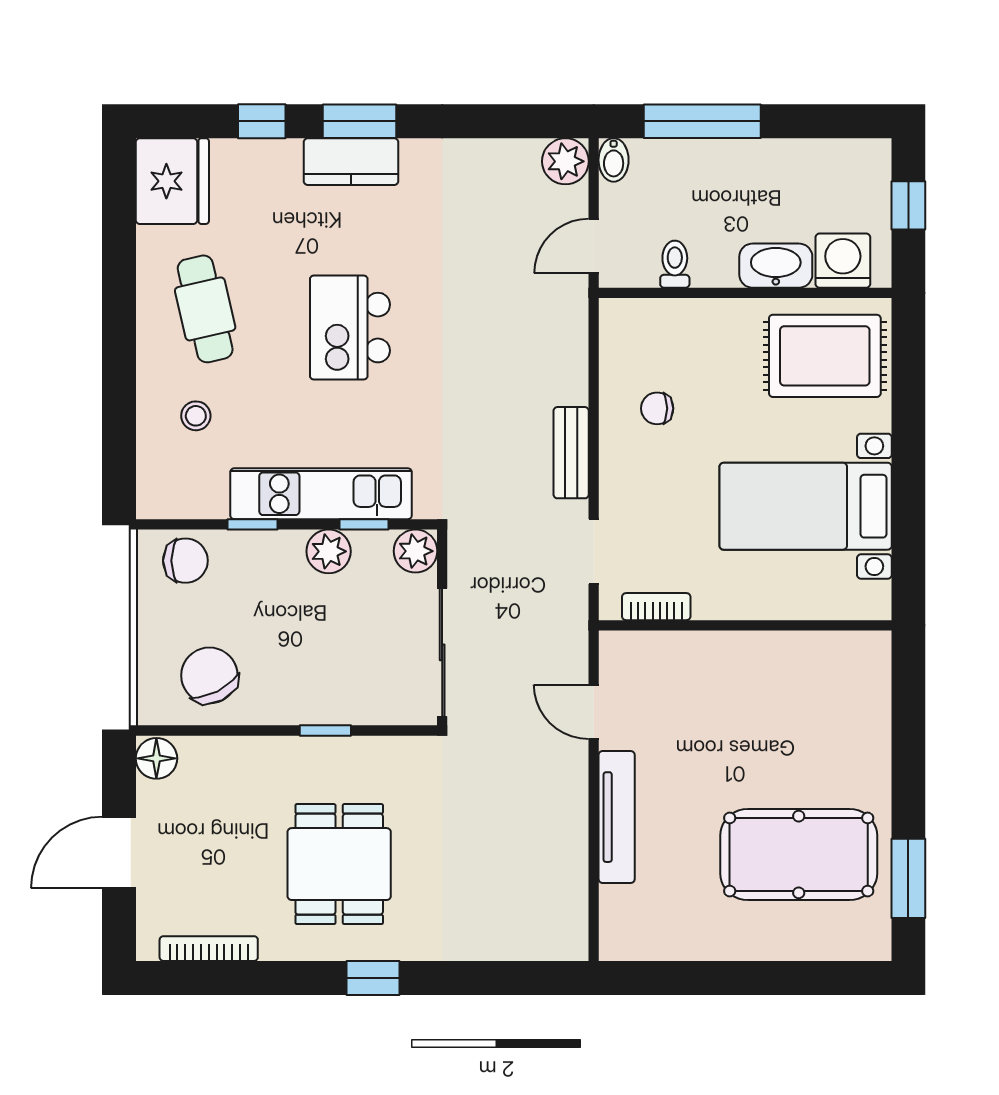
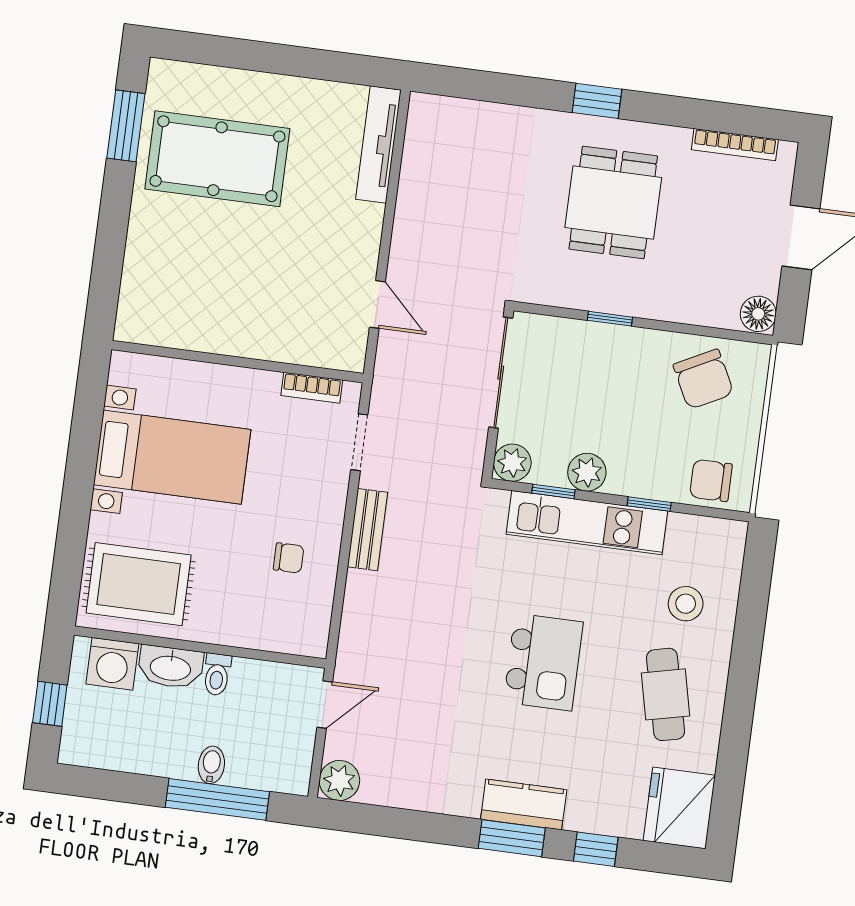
bidet: (614, 160) -> (211, 765), moved
toilet: (675, 264) -> (217, 674), moved
stool: (196, 416) -> (686, 604), width x1.37, depth x1.37
tv unit: (617, 817) -> (378, 145), moved

